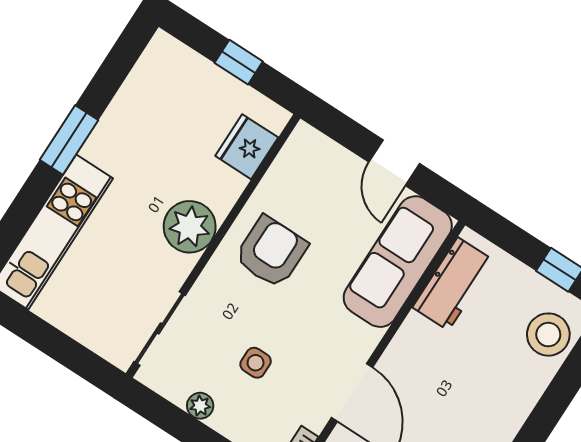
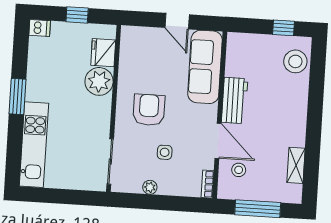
dishwasher: (167, 49) -> (40, 28), added
plant: (190, 227) -> (99, 81), moved
armchair: (271, 252) -> (149, 110), moved
workbench: (453, 284) -> (235, 100), moved

